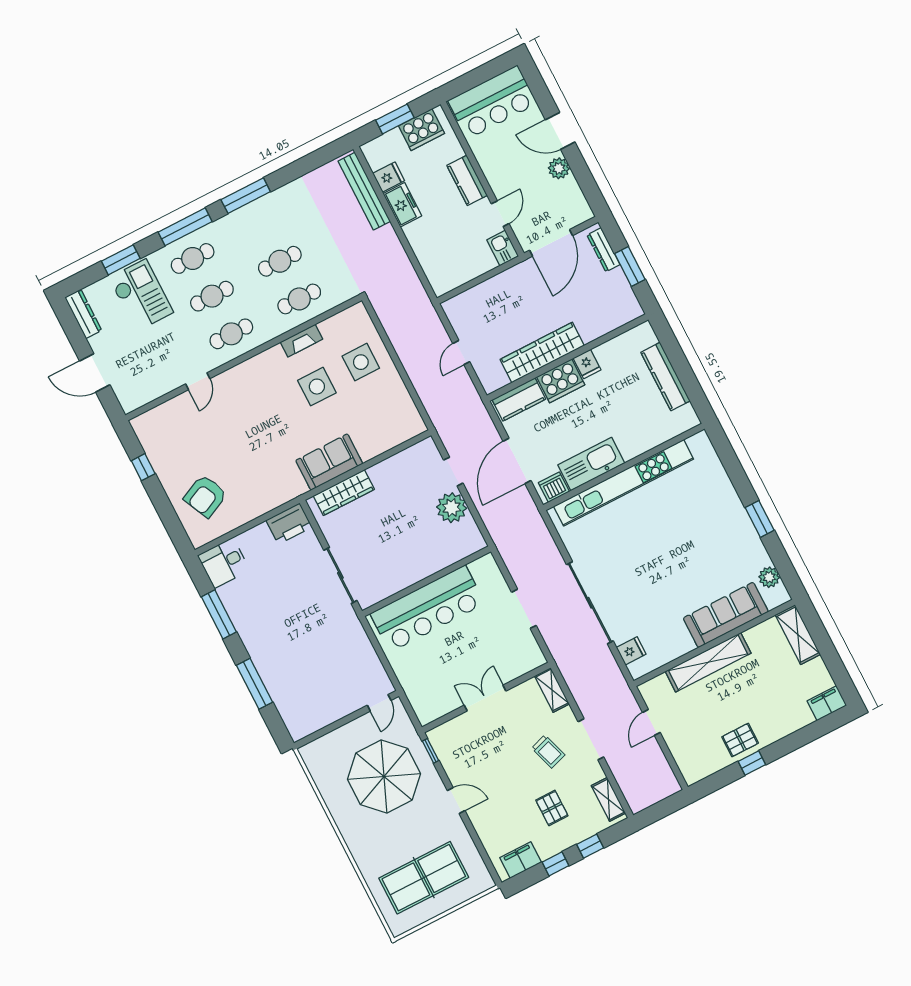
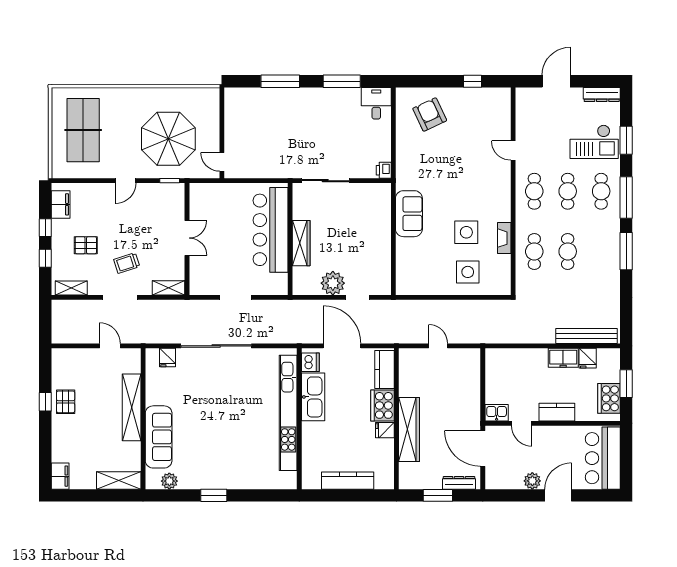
wardrobe: (542, 352) -> (409, 430), moved
wardrobe: (344, 493) -> (301, 243), moved, turned 180
printer: (289, 524) -> (384, 170), width x0.53, depth x0.68

